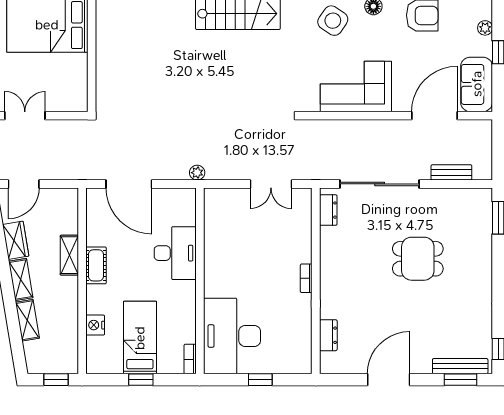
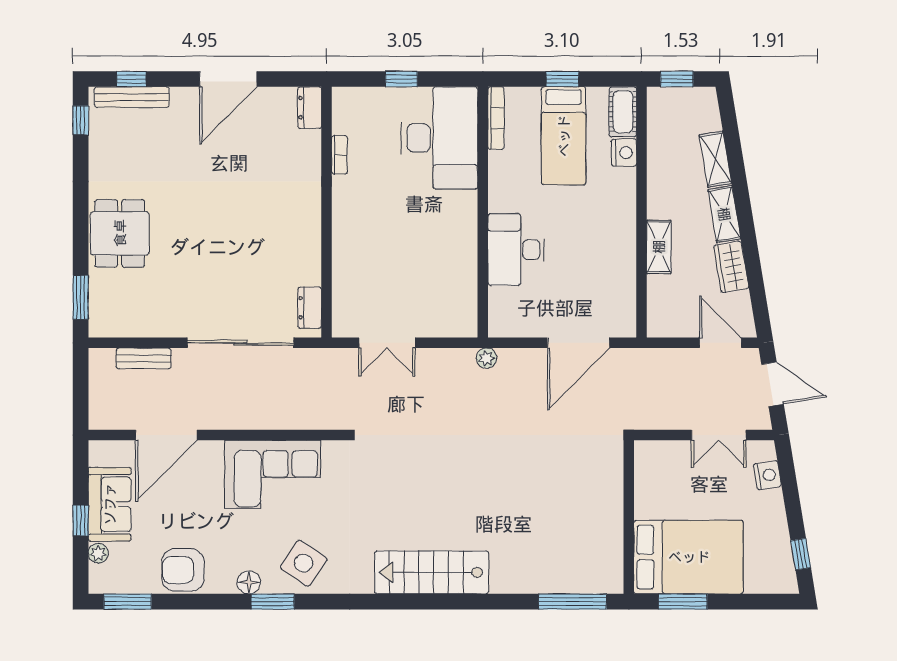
sofa: (477, 84) -> (110, 504), moved
door: (24, 184) -> (720, 343), hinge flipped
door: (129, 184) -> (579, 343), swing flipped
double door: (271, 184) -> (387, 343), swing flipped
dining table: (418, 259) -> (120, 233), moved, turned 90
cot: (96, 265) -> (623, 112), moved
bookcase: (306, 278) -> (339, 155), moved
dresser: (328, 335) -> (310, 108), moved
bookcase: (190, 359) -> (496, 118), width x1.56
window: (460, 380) -> (131, 79), width x0.67

